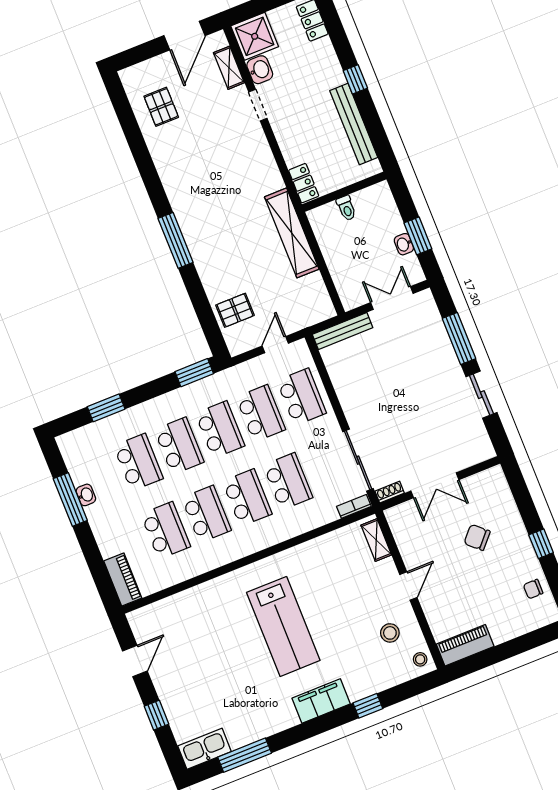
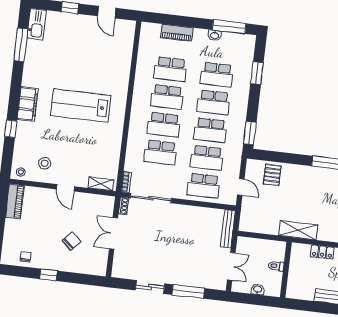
wall: (344, 192) -> (286, 270), moved
toilet: (346, 208) -> (276, 266), moved
shelving: (292, 233) -> (298, 230), width x0.68
window: (418, 236) -> (258, 300), removed
window: (70, 500) -> (229, 27), moved
piano: (123, 580) -> (177, 33), moved

